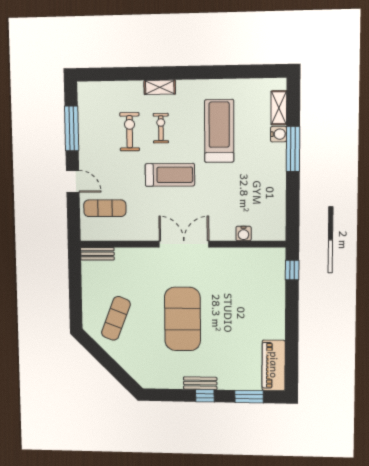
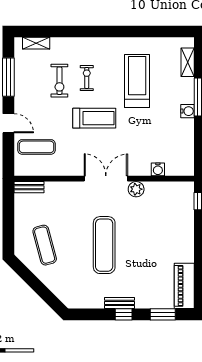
shelving: (160, 87) -> (36, 43), moved
exercise bike: (130, 132) -> (59, 81), turned 180
water cooler: (278, 134) -> (188, 111), moved
plant: (218, 256) -> (136, 189), added
exercise mat: (116, 318) -> (45, 245), turned -36
exercise mat: (182, 319) -> (104, 245), width x0.68

